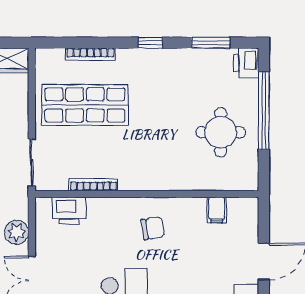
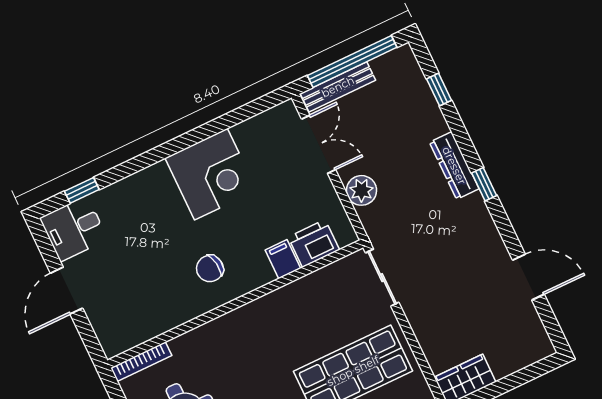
bookcase: (93, 185) -> (141, 362), moved
filing cabinet: (217, 210) -> (283, 259), moved

